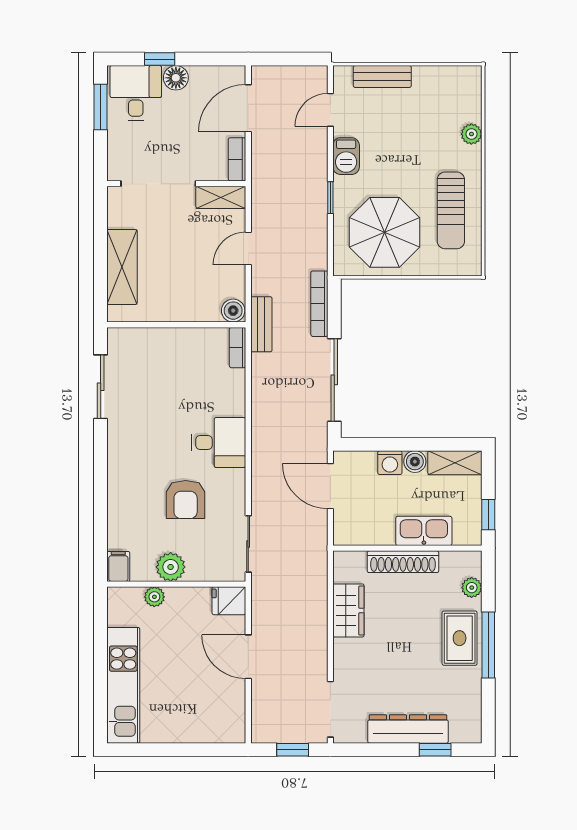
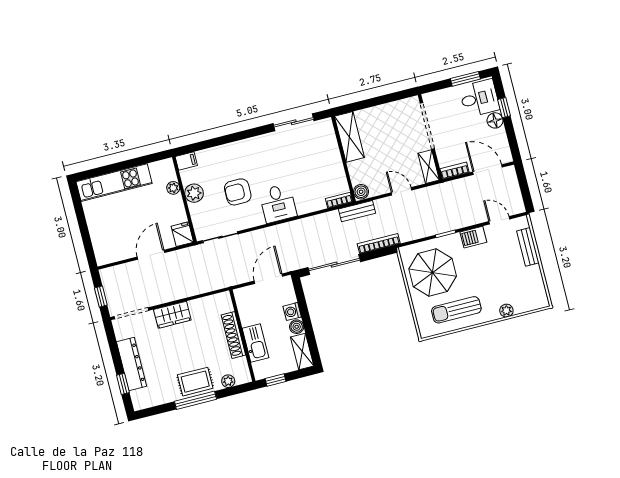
shelving: (122, 267) -> (349, 137), moved, turned 90
wardrobe: (348, 610) -> (172, 315), moved

